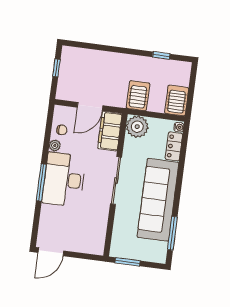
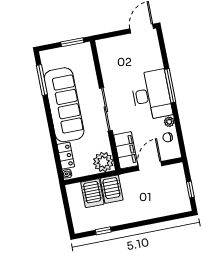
server rack: (177, 100) -> (92, 193), moved

